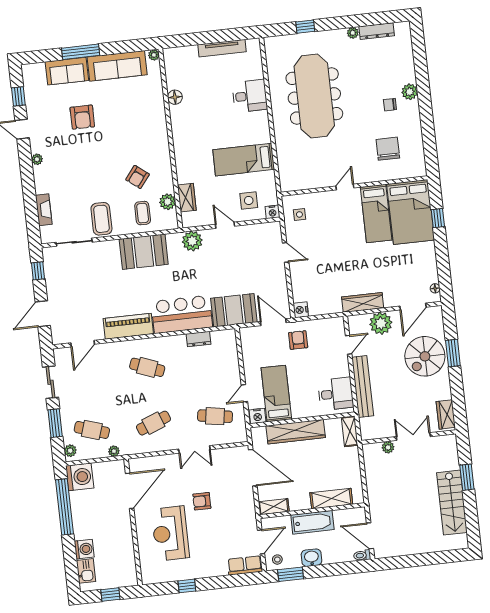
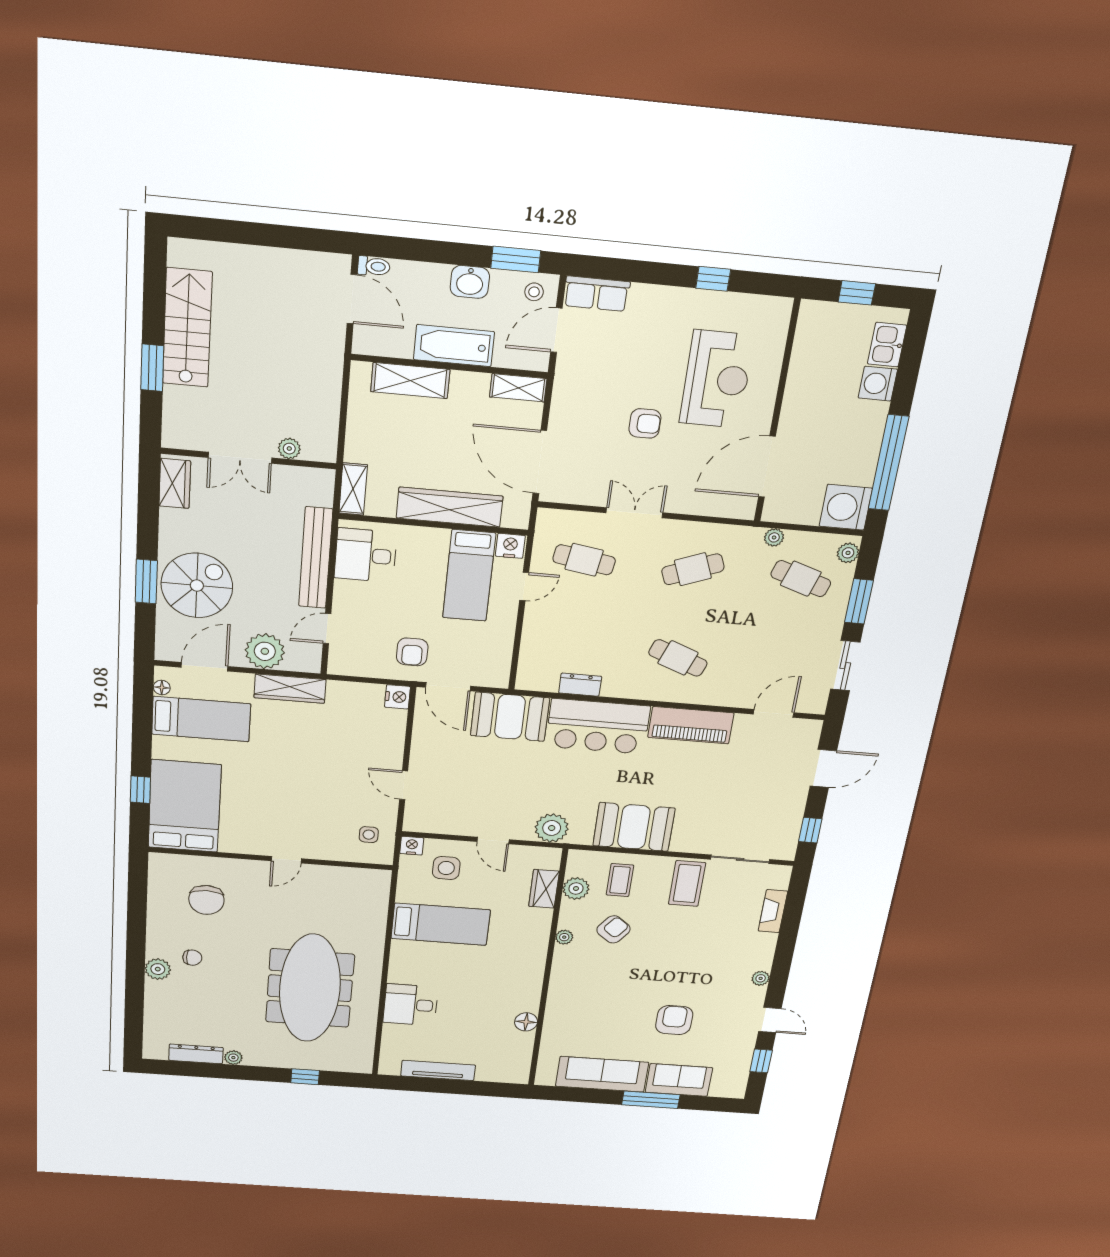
plant: (154, 55) -> (564, 937), moved
bed: (376, 214) -> (201, 719), moved, turned 90

